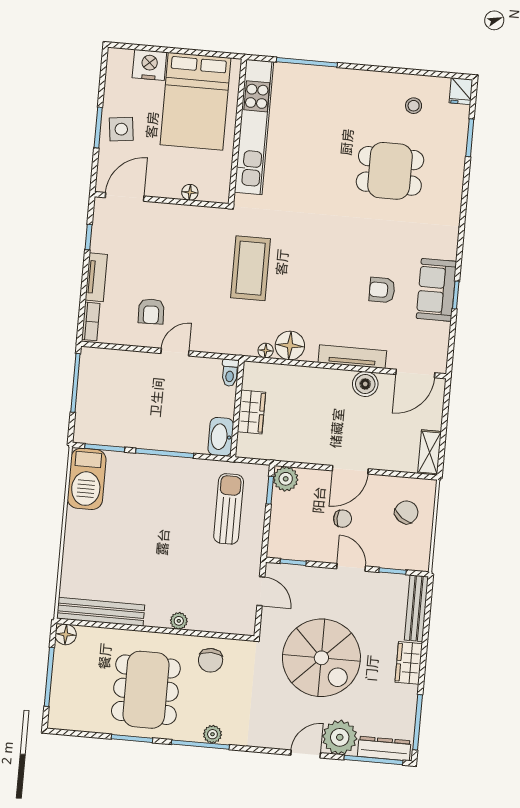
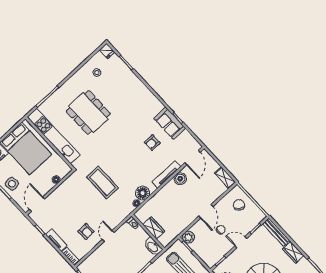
dining table: (390, 171) -> (88, 112), moved, width x1.38

